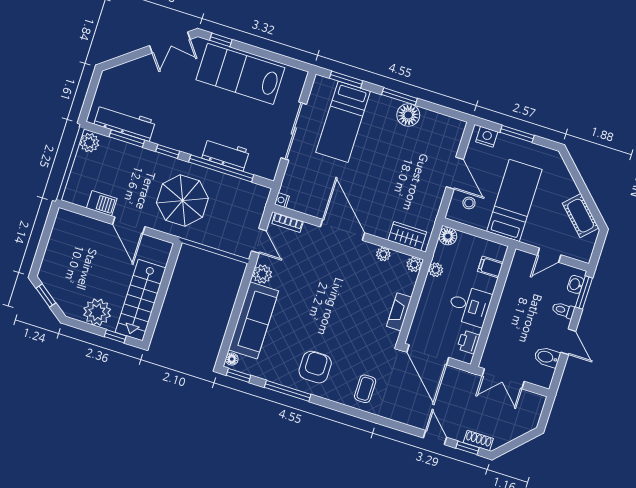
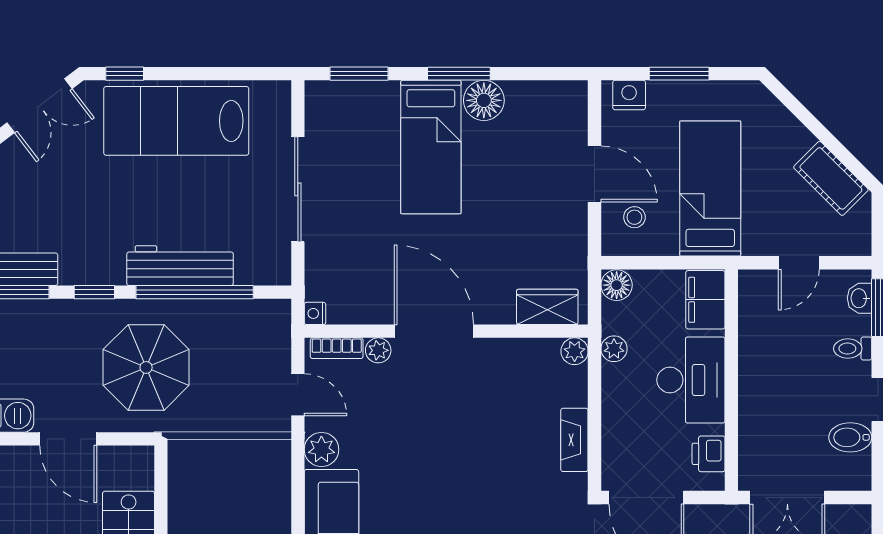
bed: (343, 122) -> (431, 147), moved
workbench: (226, 154) -> (180, 266), width x1.38
plant: (383, 254) -> (378, 350), moved
filing cabinet: (490, 267) -> (705, 300), width x2.00
desk: (470, 306) -> (691, 380), width x1.37

